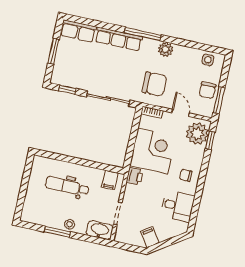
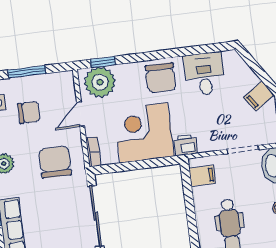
chair: (207, 90) -> (29, 112), moved
window: (219, 100) -> (27, 72), moved
chair: (186, 175) -> (160, 78), width x1.87, depth x1.87

